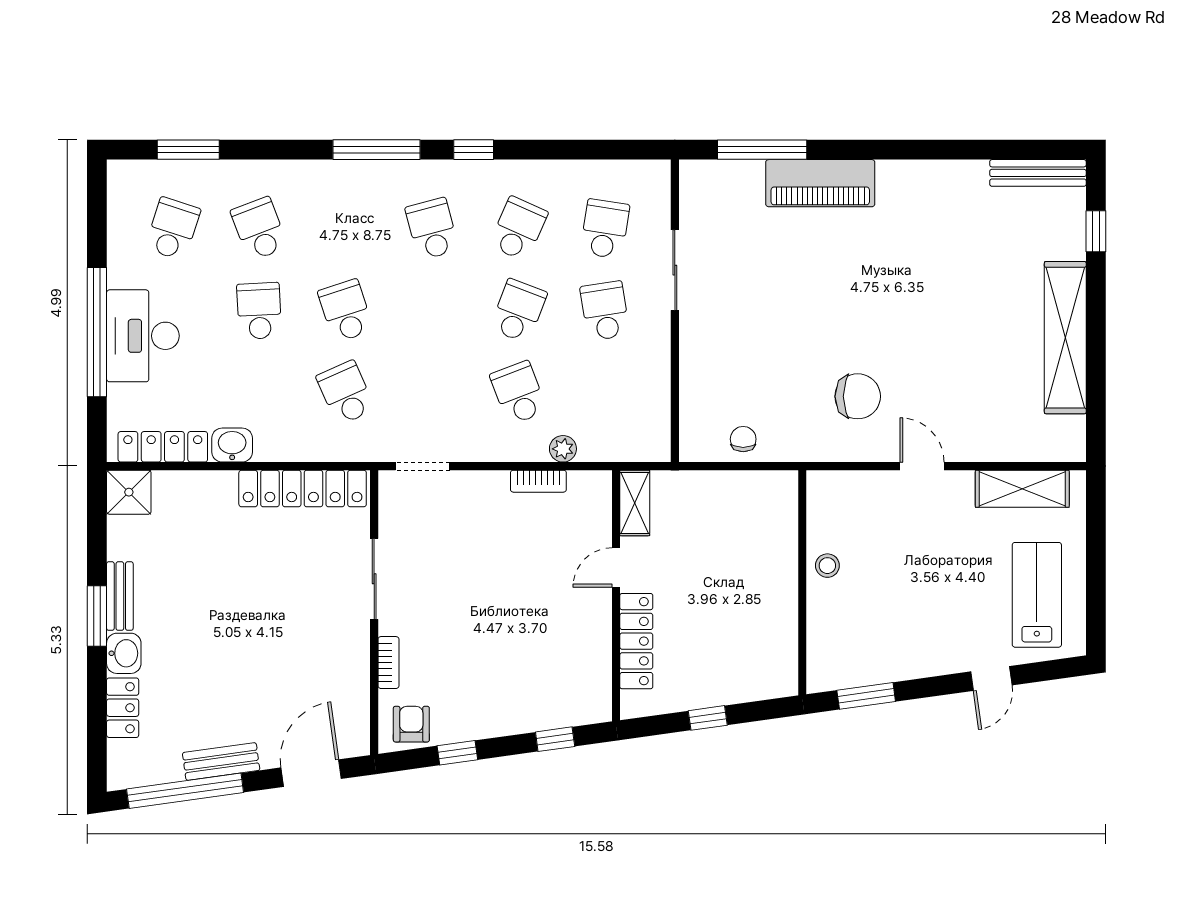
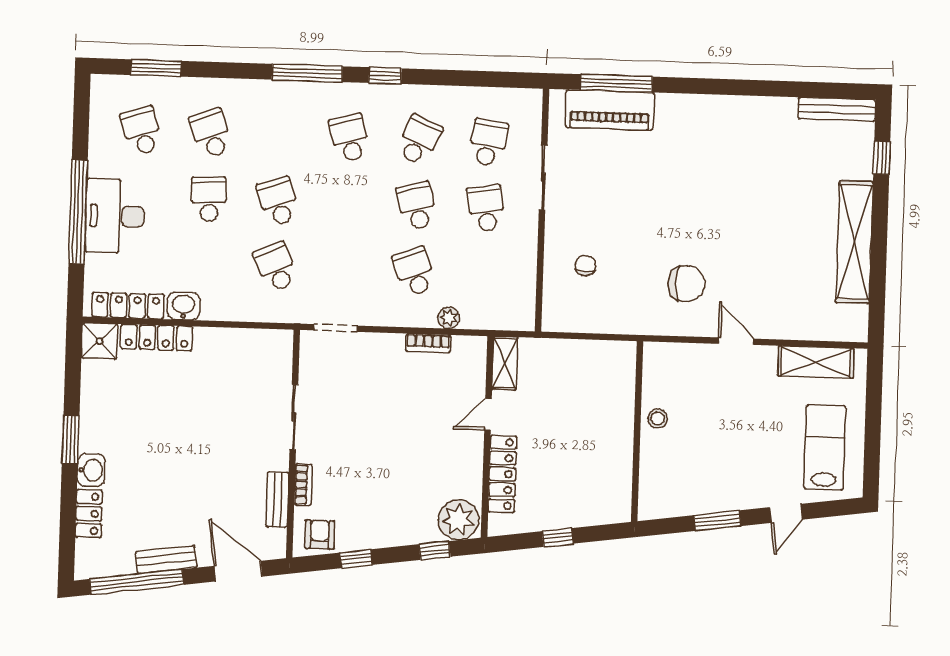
piano: (820, 183) -> (610, 110), moved
school desk: (173, 229) -> (142, 131), turned -36
school desk: (518, 311) -> (417, 206), turned -36
chair: (743, 439) -> (585, 266), moved
locker: (303, 488) -> (157, 337), moved, width x0.71, depth x0.83
bench: (120, 596) -> (277, 499), moved
window: (866, 696) -> (717, 521), moved
plant: (583, 700) -> (458, 520), added
door: (311, 773) -> (238, 571), hinge flipped

